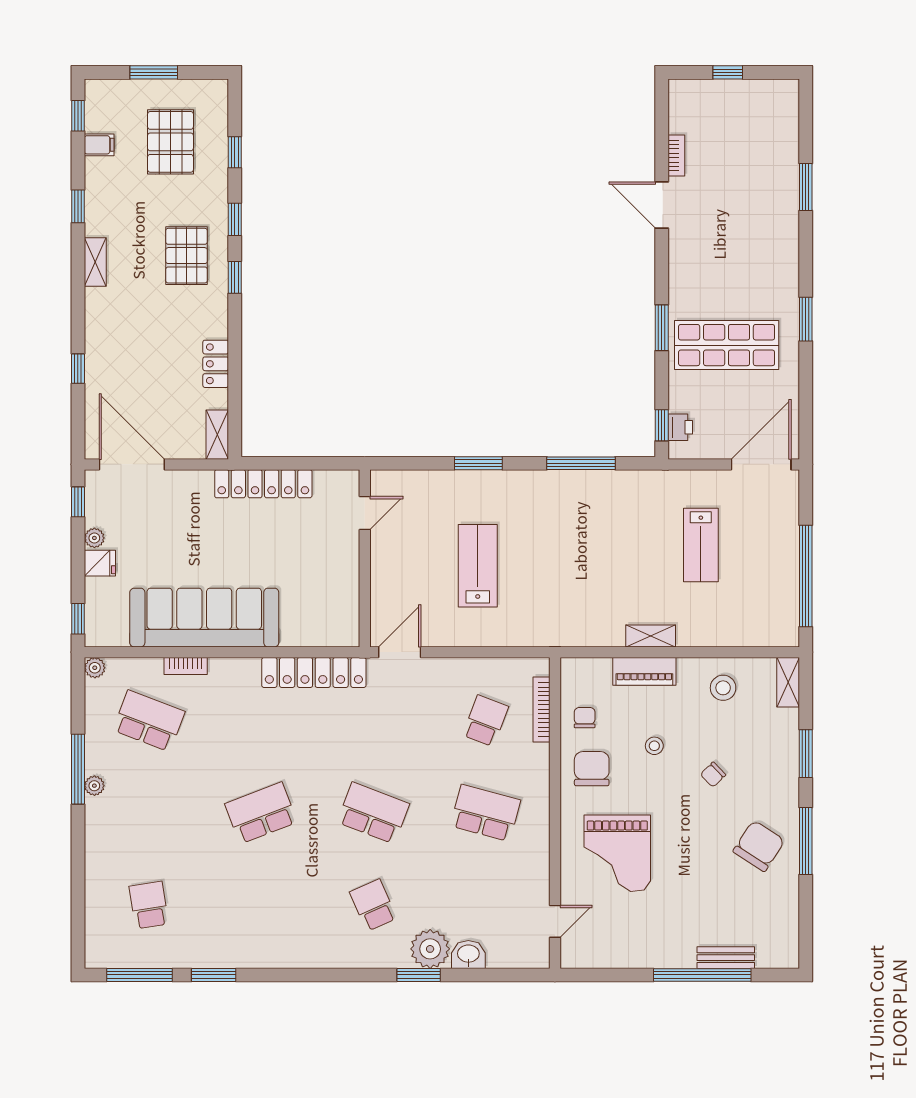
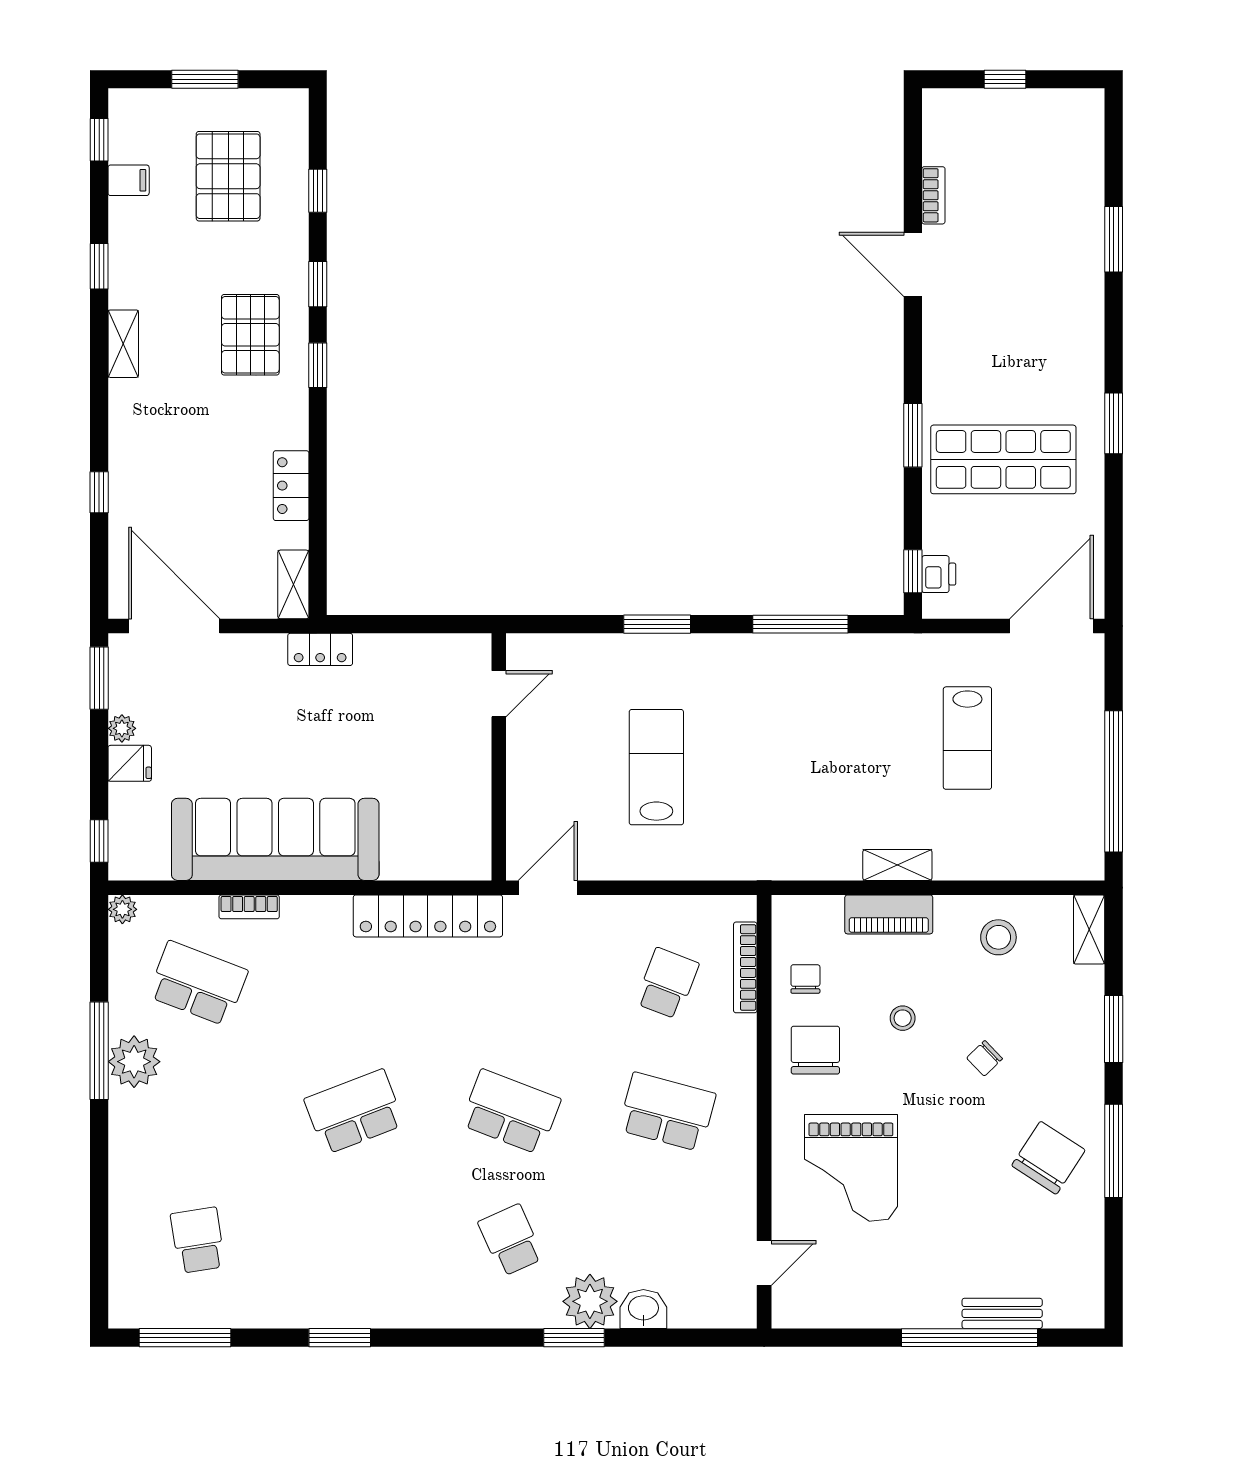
locker: (263, 484) -> (320, 649), width x0.46, depth x0.83
window: (78, 502) -> (99, 678), width x1.50
plant: (94, 786) -> (134, 1062), width x1.87, depth x1.87
window: (214, 975) -> (340, 1338), moved

